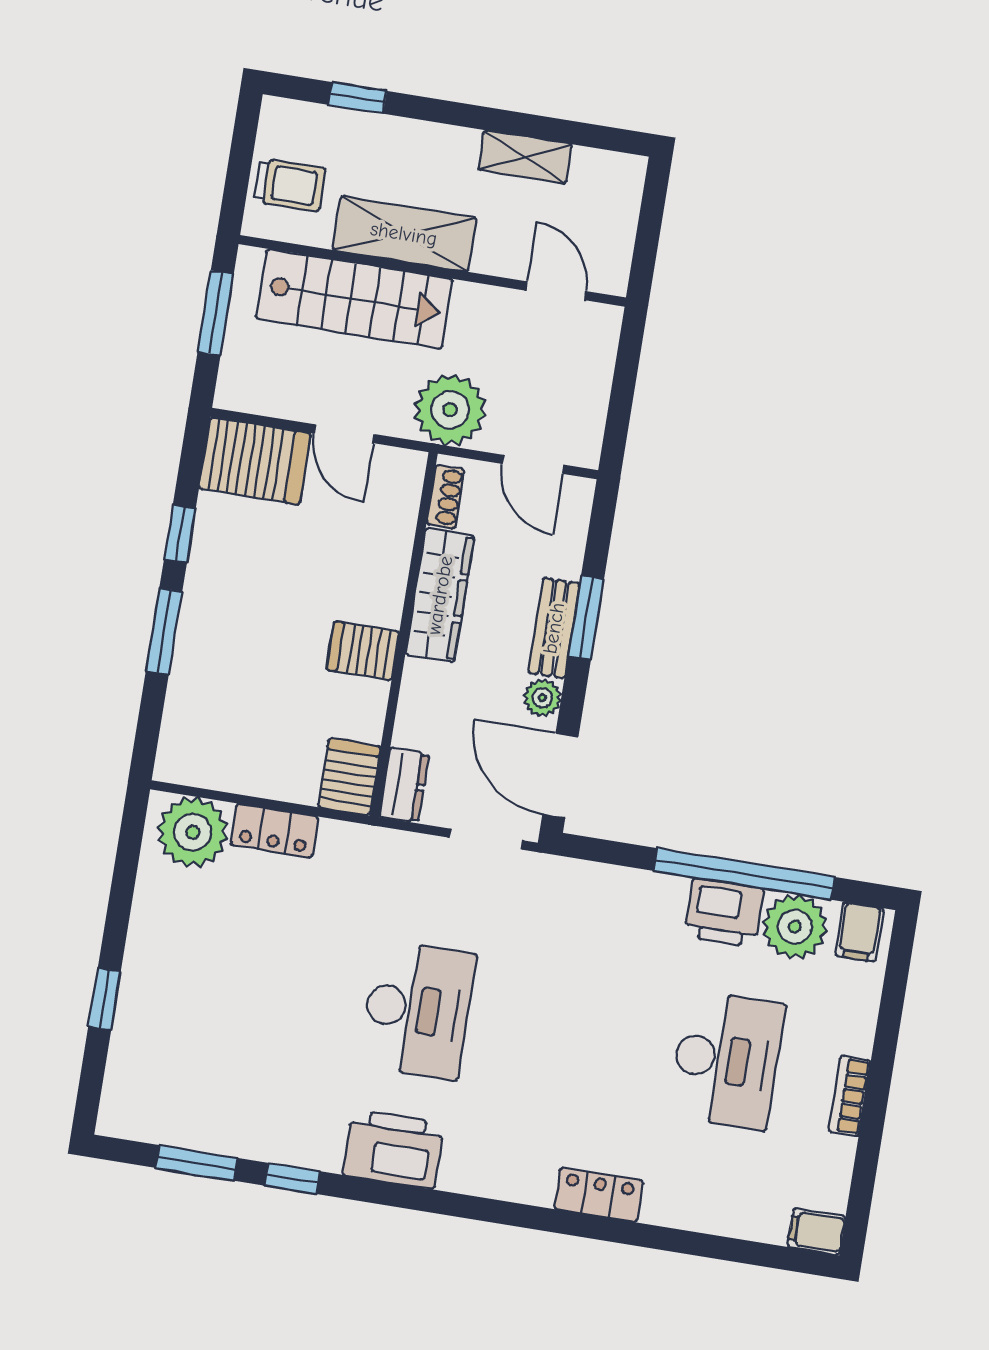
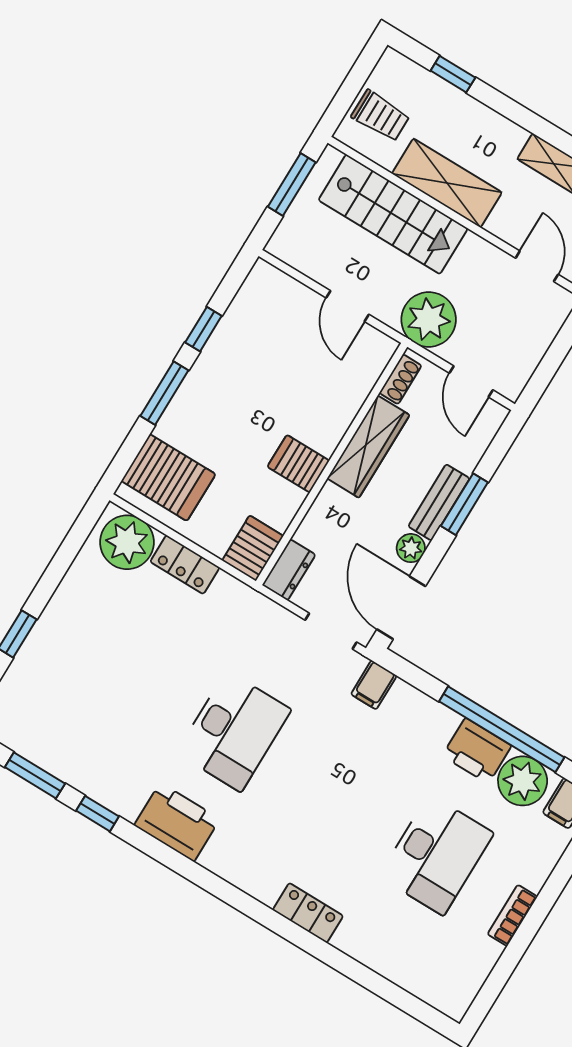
server rack: (255, 461) -> (168, 478), moved
filing cabinet: (816, 1232) -> (374, 685), moved, turned -90

